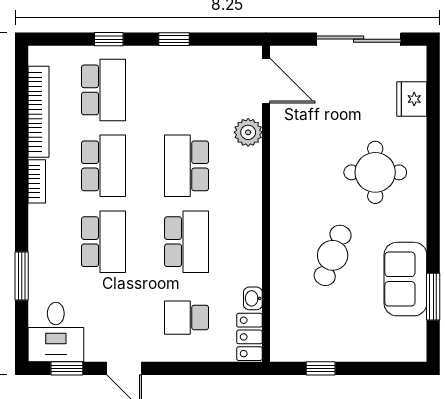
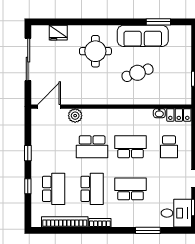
school desk: (104, 90) -> (54, 189), turned 90
school desk: (104, 166) -> (92, 189), turned 90
cafe table: (333, 255) -> (137, 73), turned -40
sofa: (405, 279) -> (143, 36), width x1.36

